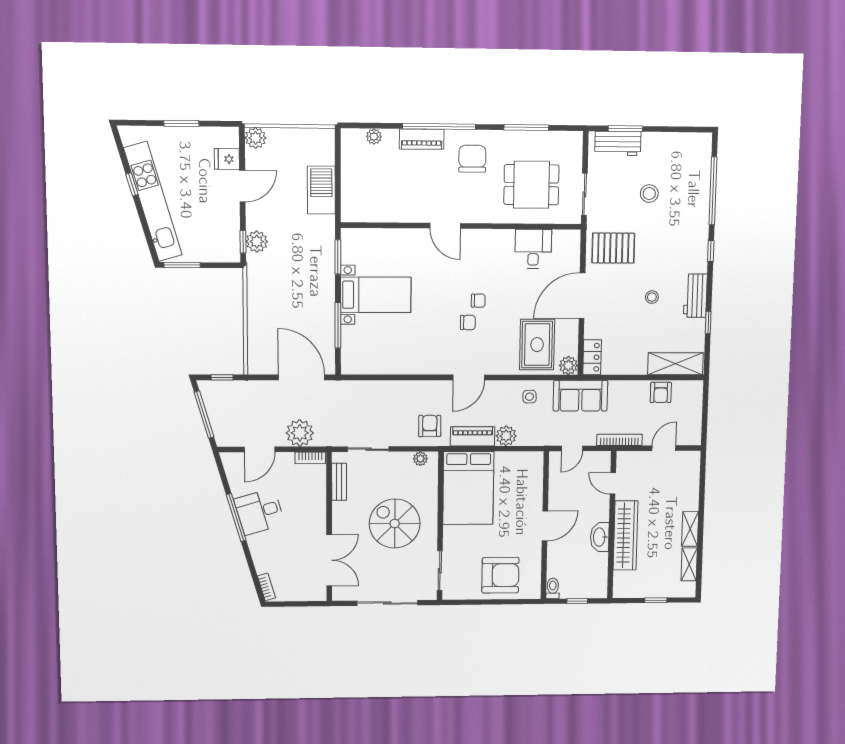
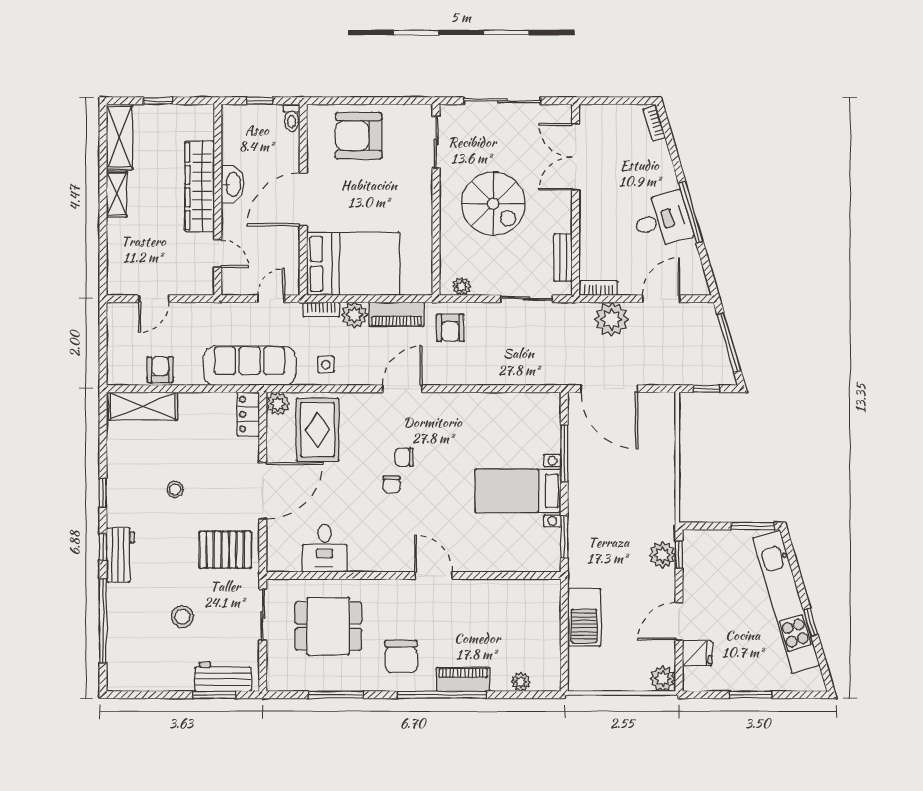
workbench: (695, 296) -> (120, 555), moved
chair: (478, 301) -> (392, 484), turned -90
window: (708, 323) -> (103, 493), moved
sofa: (580, 396) -> (250, 366), width x1.36
bookcase: (619, 440) -> (321, 309), moved, width x0.64
bed: (468, 488) -> (353, 264), moved, turned 90
door: (545, 526) -> (303, 199), width x1.36
shelving: (689, 564) -> (119, 137), width x1.50, depth x1.33

